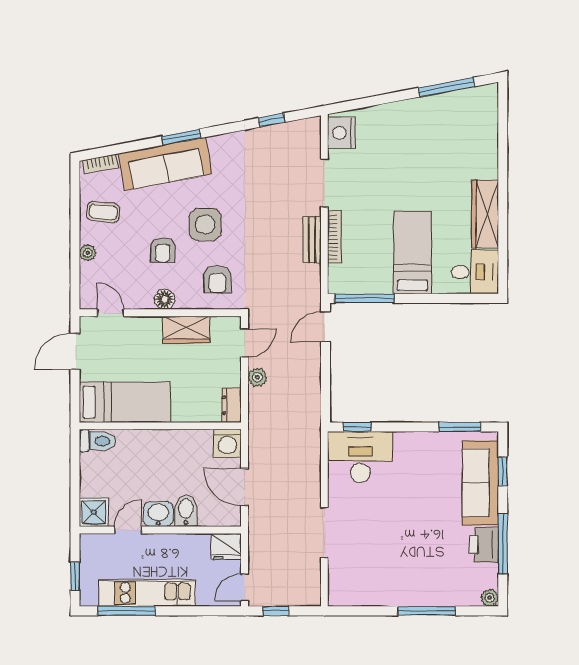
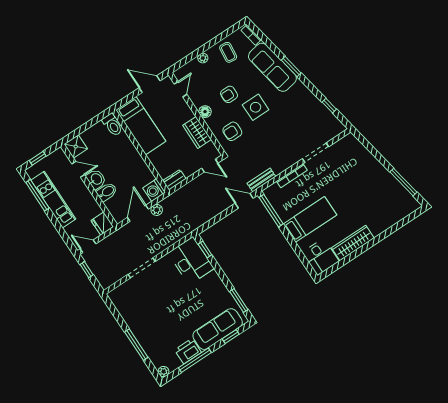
nightstand: (341, 133) -> (346, 145), removed
bench: (312, 240) -> (261, 180), moved
plant: (257, 377) -> (157, 210), moved

